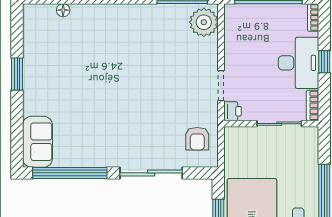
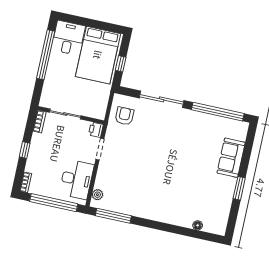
plant: (204, 22) -> (97, 195), width x0.53, depth x0.53
desk: (299, 63) -> (77, 179), moved, turned 180
sofa: (37, 142) -> (231, 158), moved

